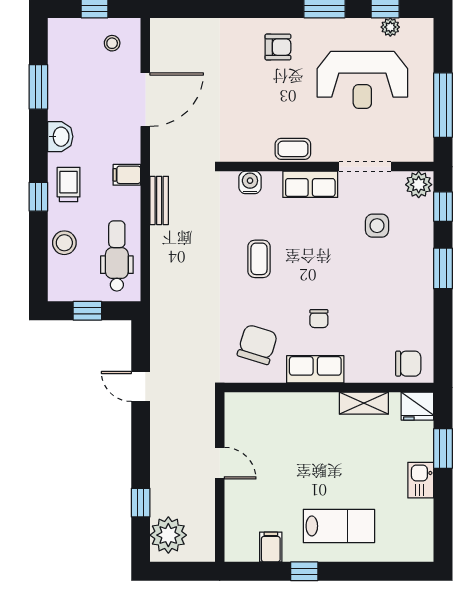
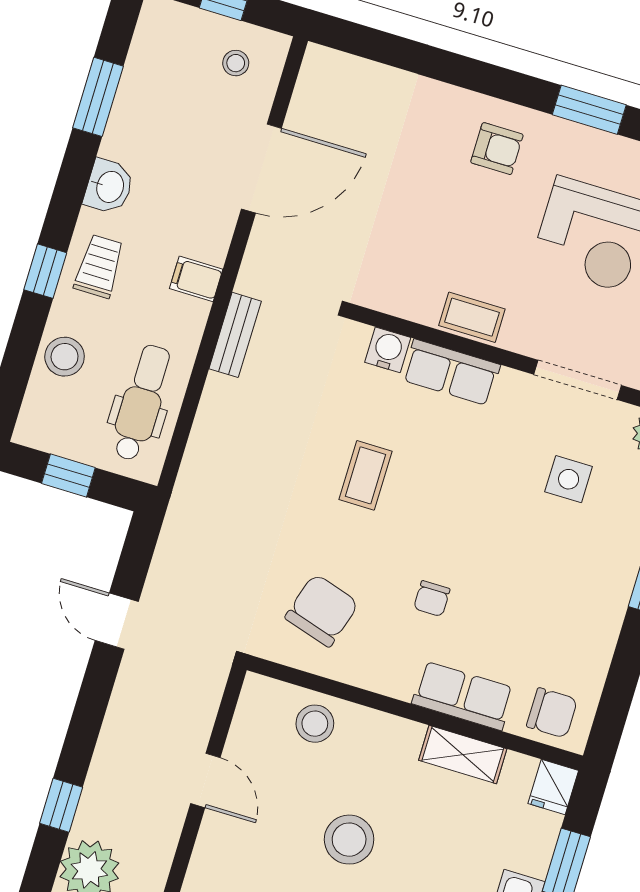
row of seats: (310, 184) -> (451, 372), moved
row of seats: (315, 369) -> (463, 696), moved
fridge: (417, 406) -> (553, 787), width x0.72
stool: (273, 411) -> (315, 724), added
stool: (313, 472) -> (349, 840), added

